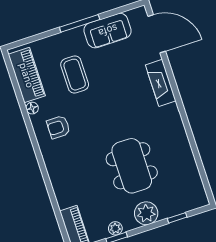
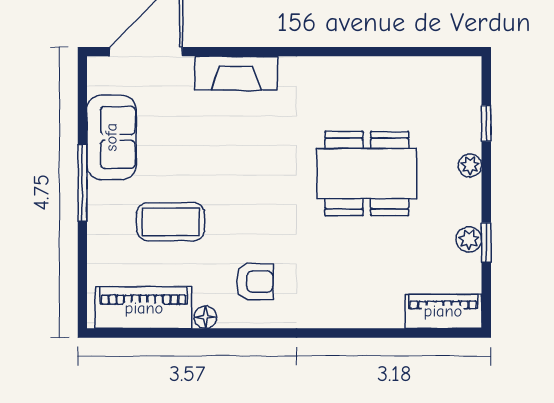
armchair: (58, 127) -> (255, 282), turned -90
plant: (146, 213) -> (470, 165), width x0.53, depth x0.53

